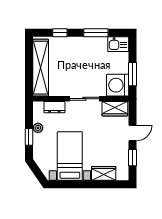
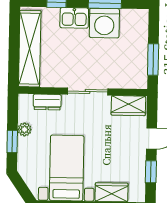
kitchen sink: (118, 44) -> (74, 18), moved
washing machine: (118, 85) -> (104, 23), moved, turned -90

